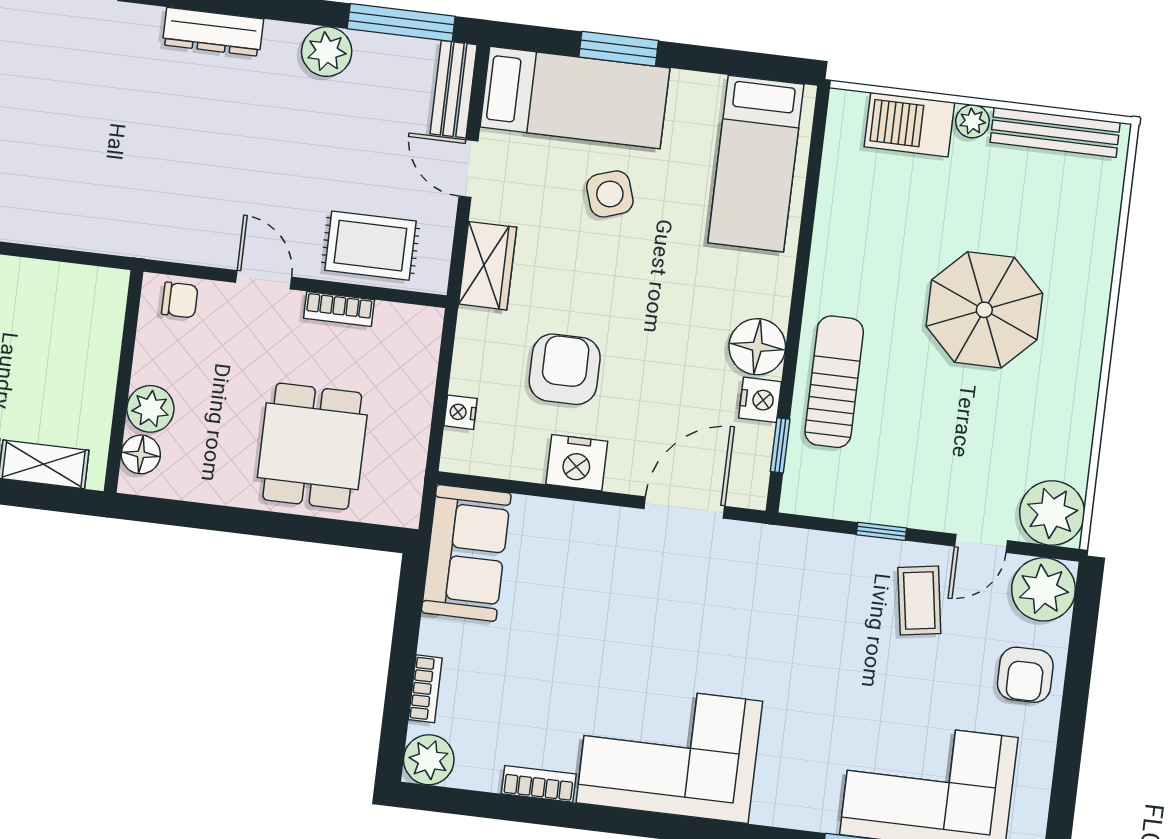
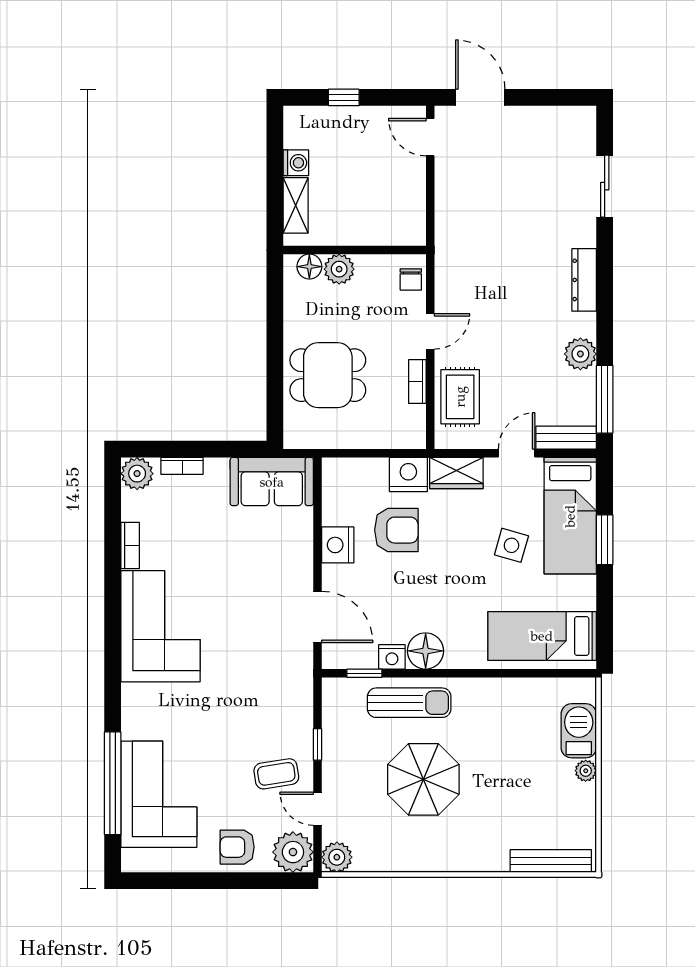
bench: (1055, 132) -> (551, 861), moved, turned 90
side table: (610, 194) -> (511, 545), turned 34
parasol: (984, 310) -> (423, 779), moved
nightstand: (460, 412) -> (408, 475), moved, width x1.89, depth x1.79
plant: (1052, 513) -> (337, 857), width x0.73, depth x0.73

